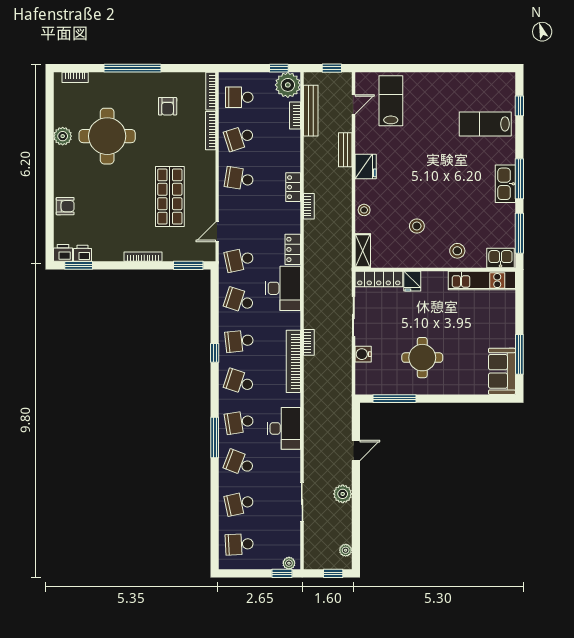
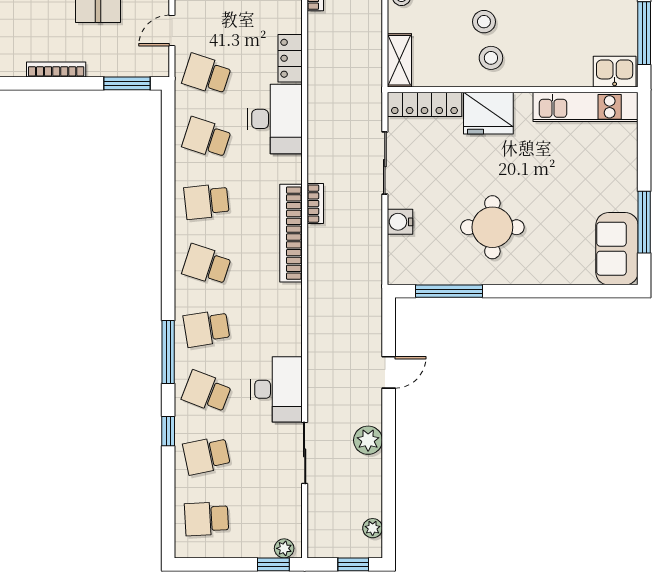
stool: (457, 251) -> (491, 58), moved
school desk: (239, 260) -> (207, 75), turned 30
fridge: (412, 281) -> (488, 113), width x1.88, depth x1.34
window: (215, 353) -> (168, 431), moved
desk: (284, 428) -> (276, 389), moved

